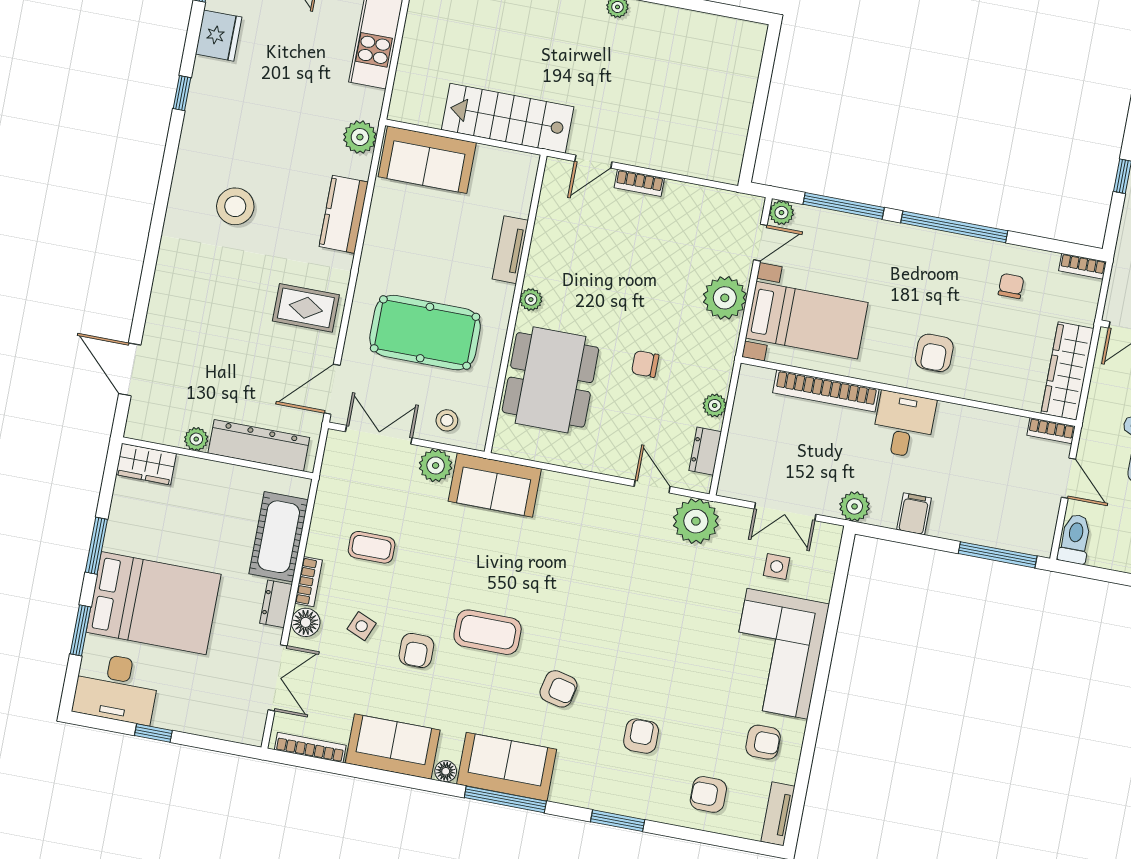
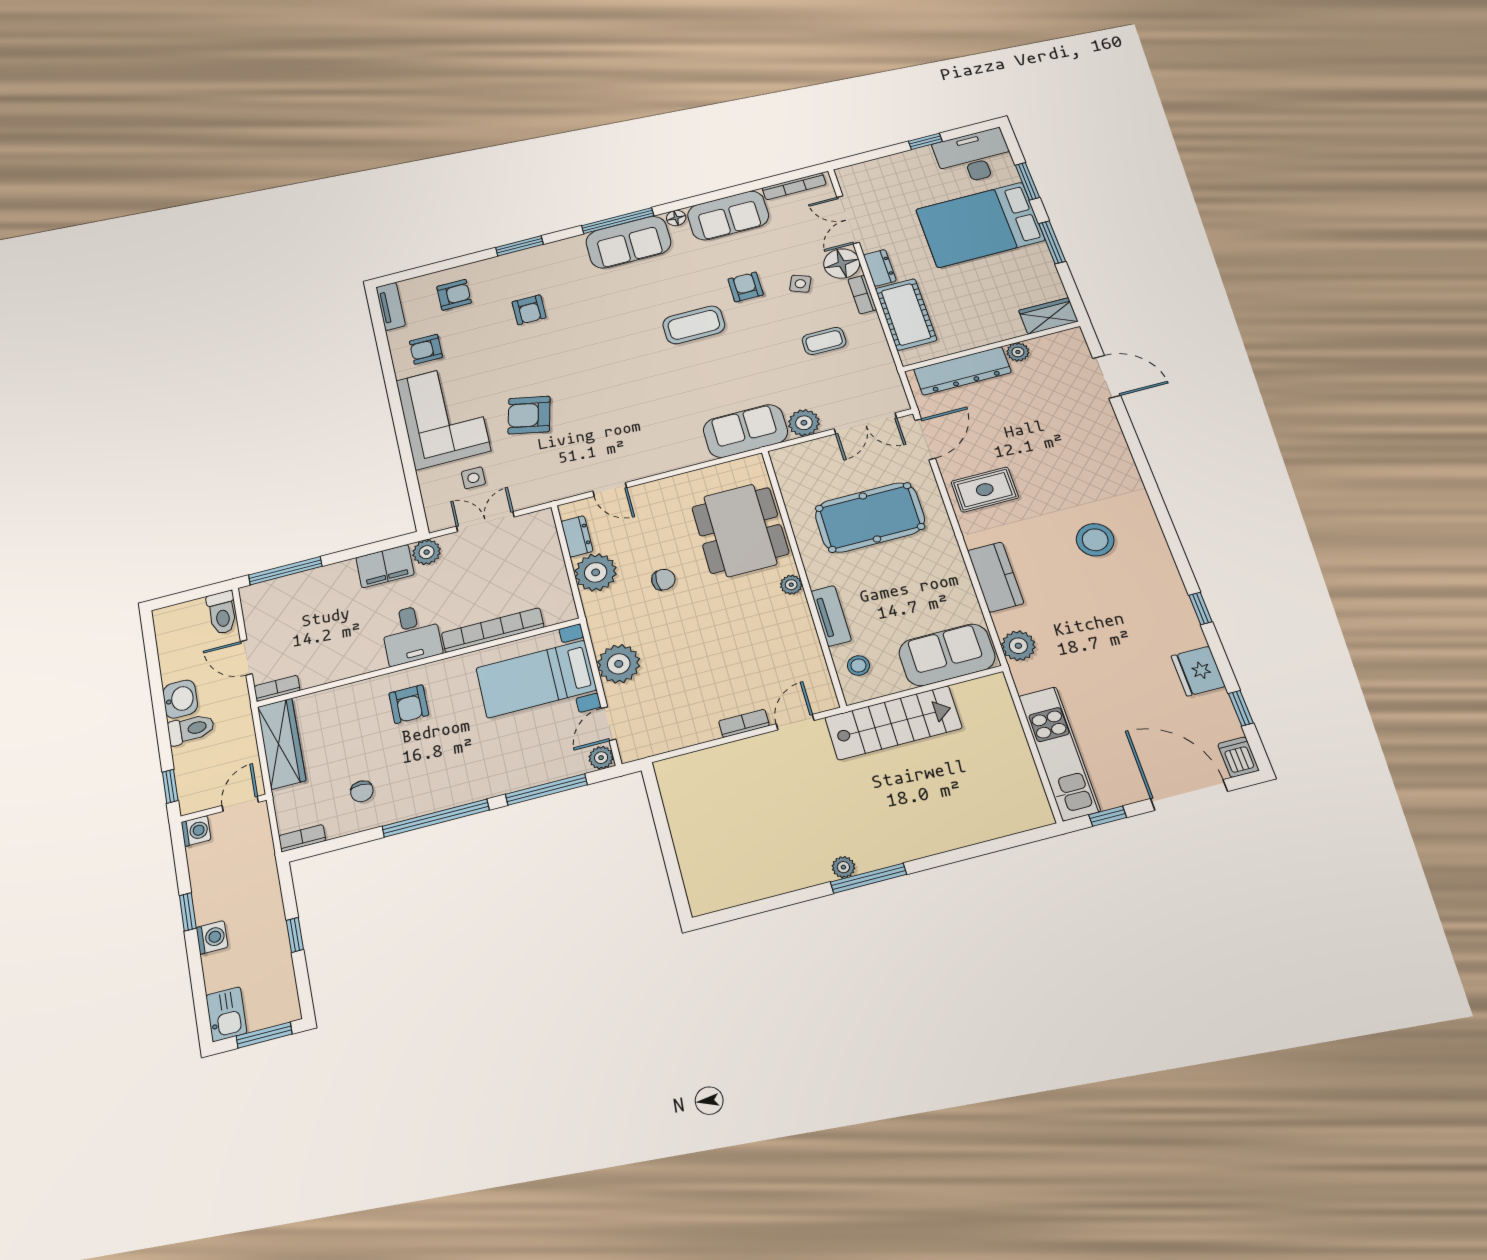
armchair: (934, 353) -> (409, 704), turned 180
plant: (715, 405) -> (596, 572), width x1.88, depth x1.88
stool: (447, 420) -> (858, 666), moved
filing cabinet: (914, 514) -> (385, 566), width x2.00
plant: (696, 521) -> (559, 481), removed
floor lamp: (306, 622) -> (842, 263), width x1.38, depth x1.38
armchair: (558, 689) -> (529, 415), moved, width x1.38, depth x1.38

